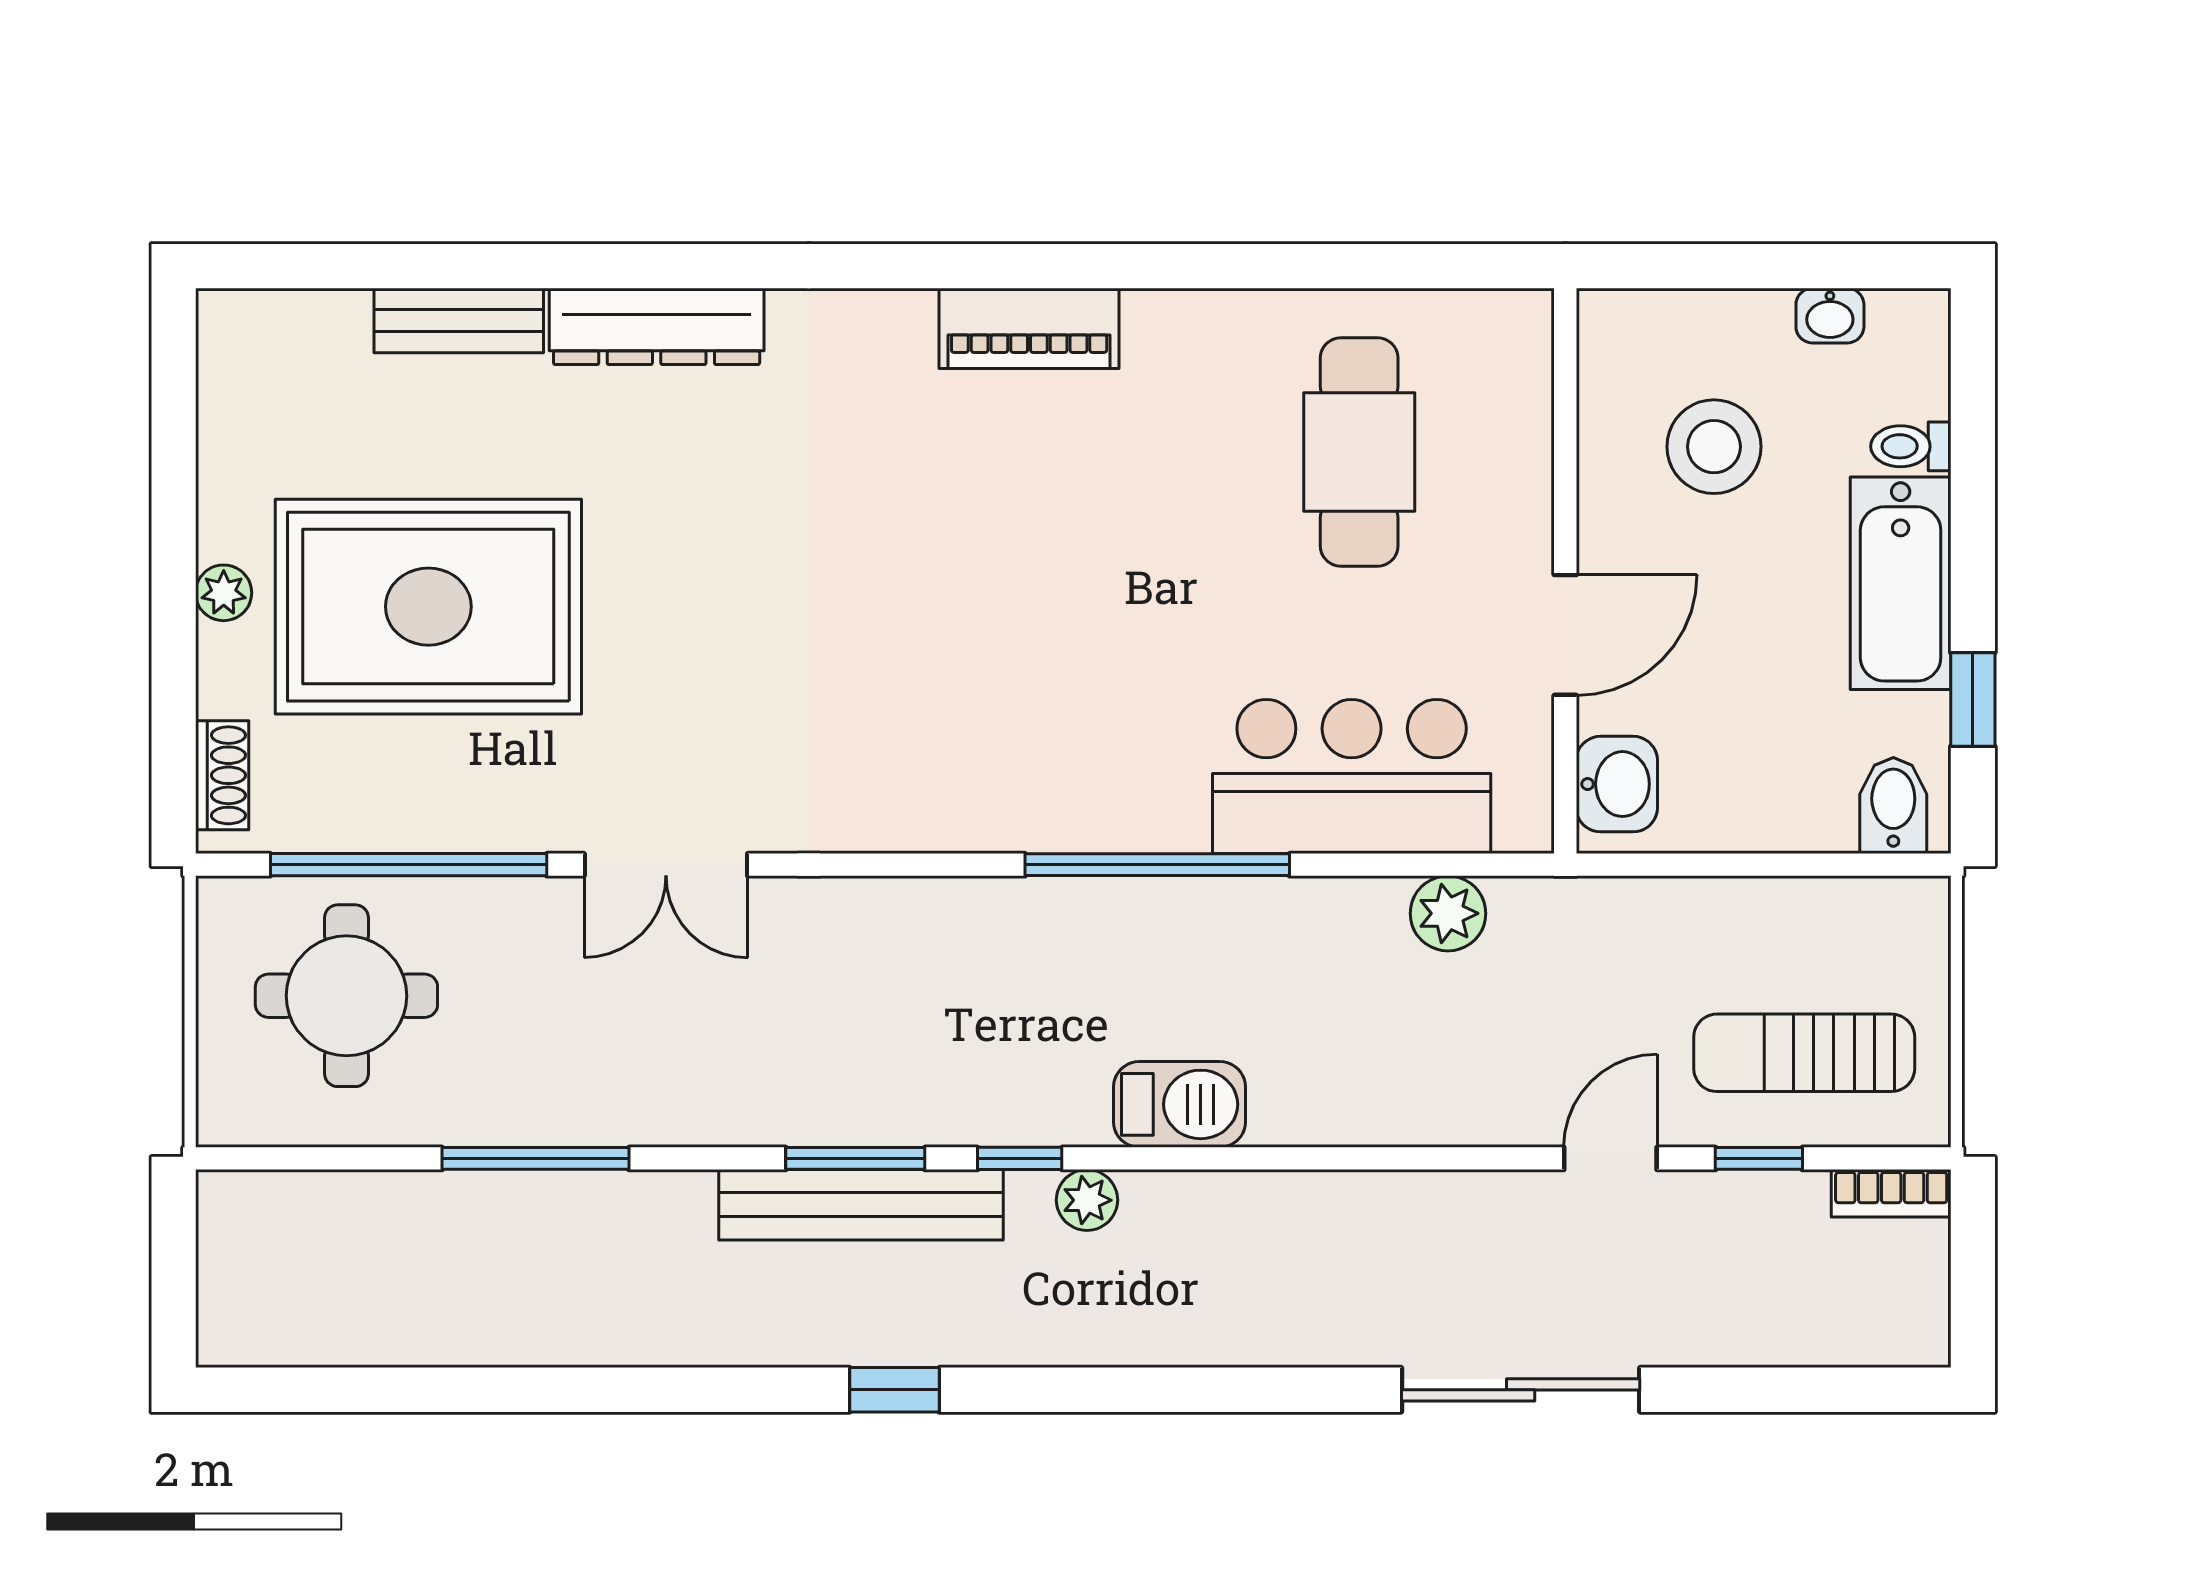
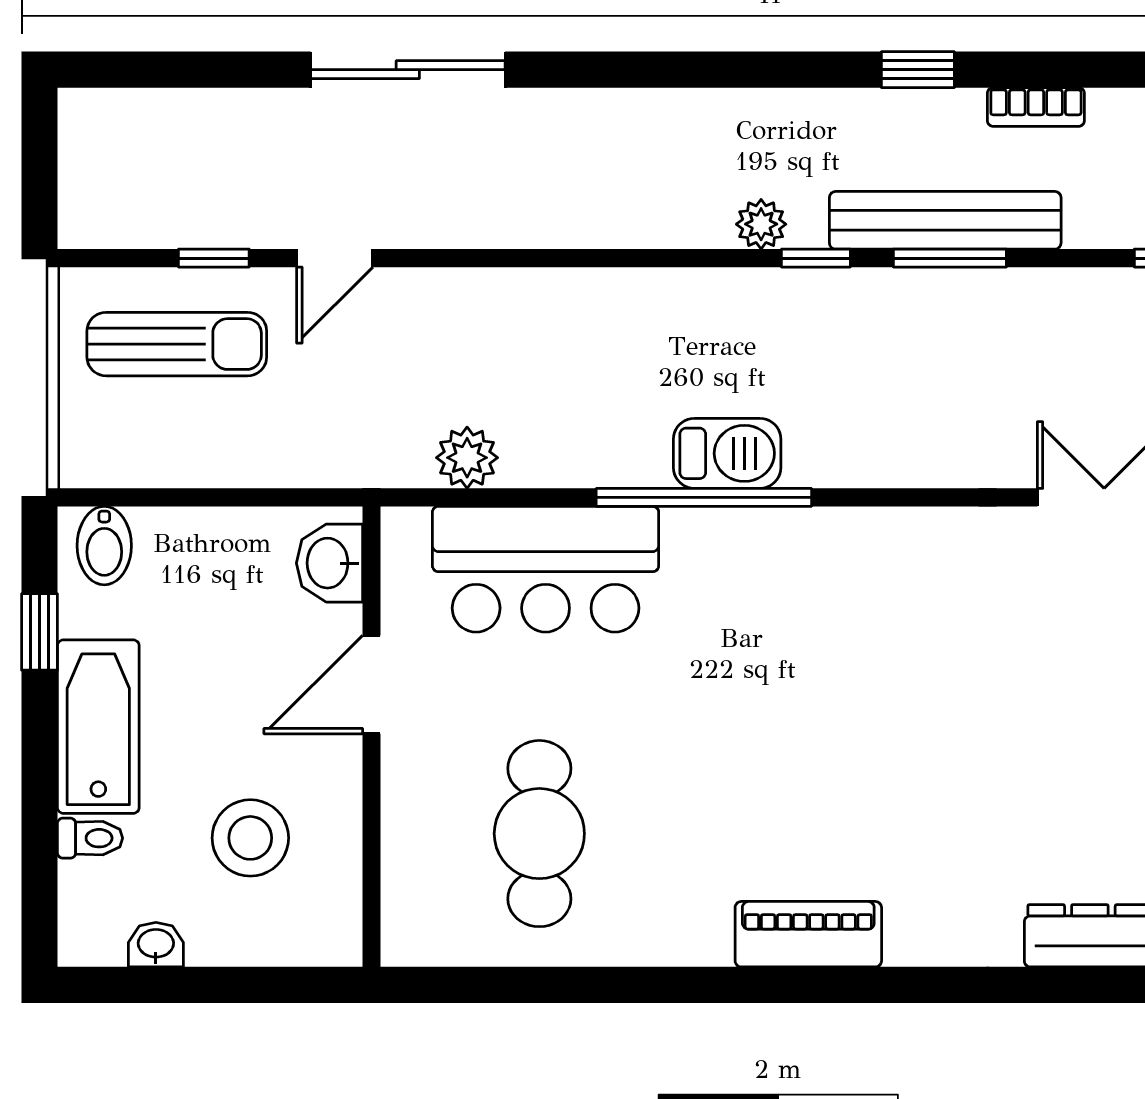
barbecue: (1180, 1104) -> (727, 453), moved, turned 180
bookcase: (1891, 1193) -> (1036, 107), moved, turned 180

